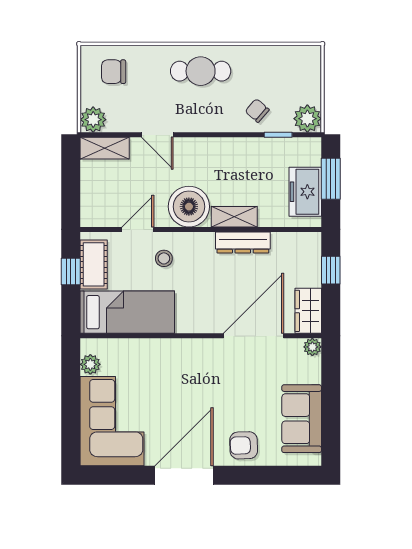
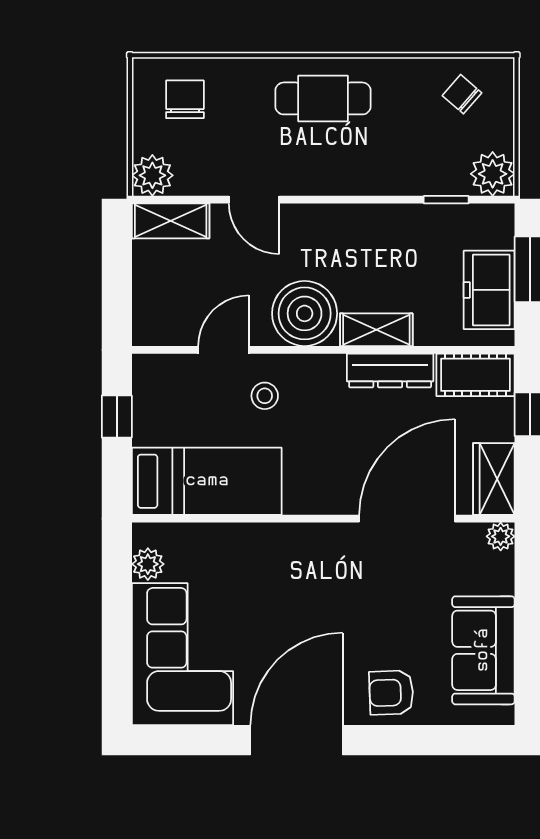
chair: (114, 72) -> (185, 99), turned 90
chair: (257, 111) -> (462, 94), moved
cot: (94, 264) -> (475, 375), moved, turned 90

